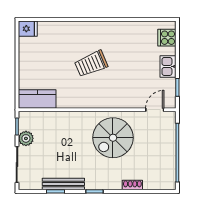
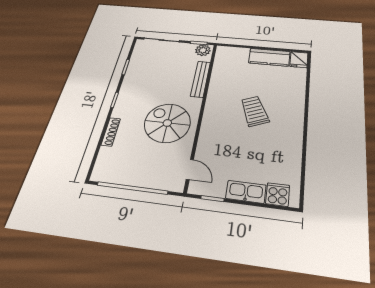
kitchen sink: (168, 66) -> (246, 192), width x1.38
kitchen counter: (37, 99) -> (269, 57), moved, turned 90
plant: (26, 138) -> (203, 50), moved
bench: (63, 184) -> (201, 79), moved
shoe rack: (132, 185) -> (111, 132), width x1.43

